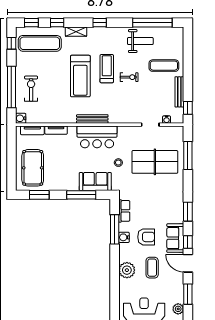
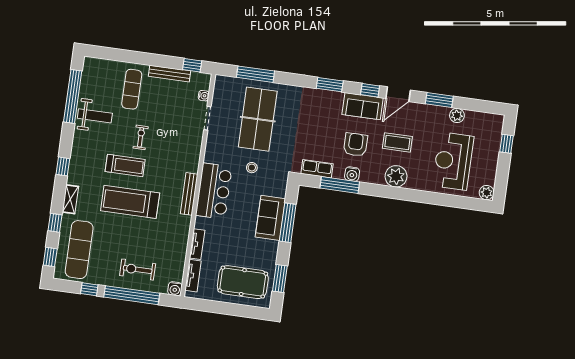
weight bench: (140, 41) -> (95, 116), turned 90
window: (11, 43) -> (89, 289), moved
treadmill: (107, 69) -> (125, 165), turned 180
treadmill: (80, 76) -> (130, 202), turned 180
sofa: (95, 181) -> (270, 218), moved

